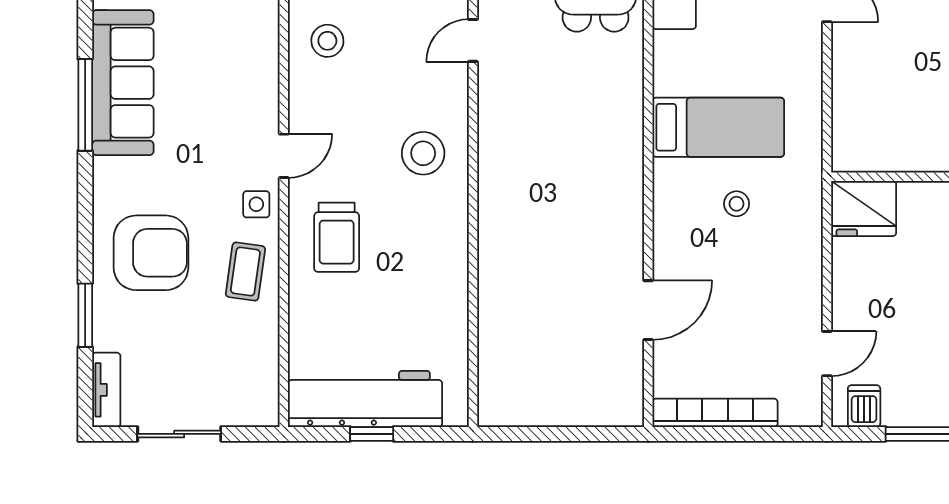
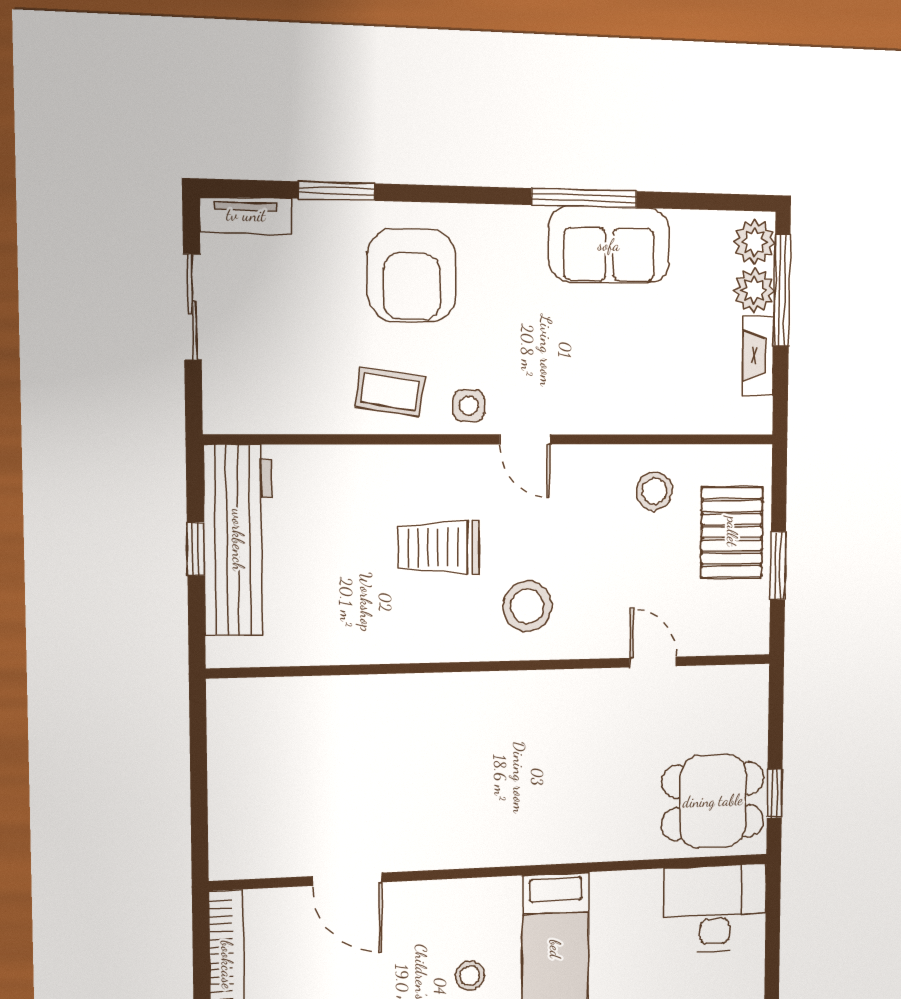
sofa: (123, 83) -> (609, 245), width x0.73
trolley: (337, 237) -> (439, 548), moved

